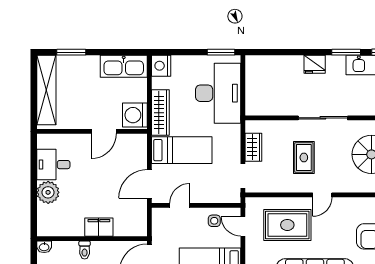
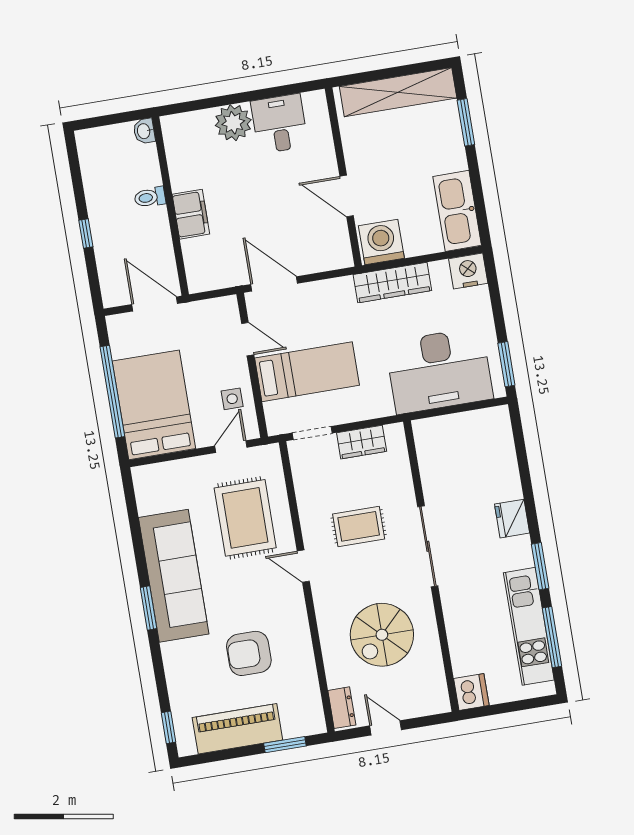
bed: (182, 150) -> (307, 372), moved, turned -90

